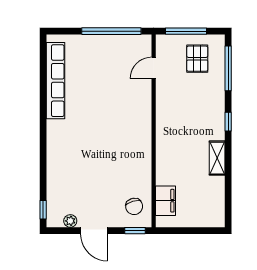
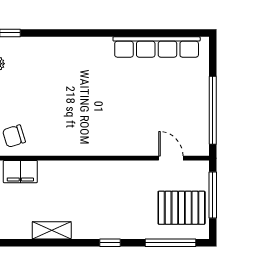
pallet: (197, 59) -> (182, 208), width x1.50, depth x1.42
shelving: (217, 158) -> (52, 230), moved

